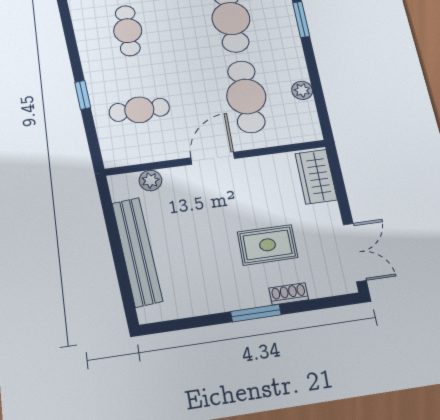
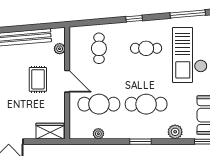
window: (83, 95) -> (134, 19), moved
rug: (267, 245) -> (38, 79), moved

